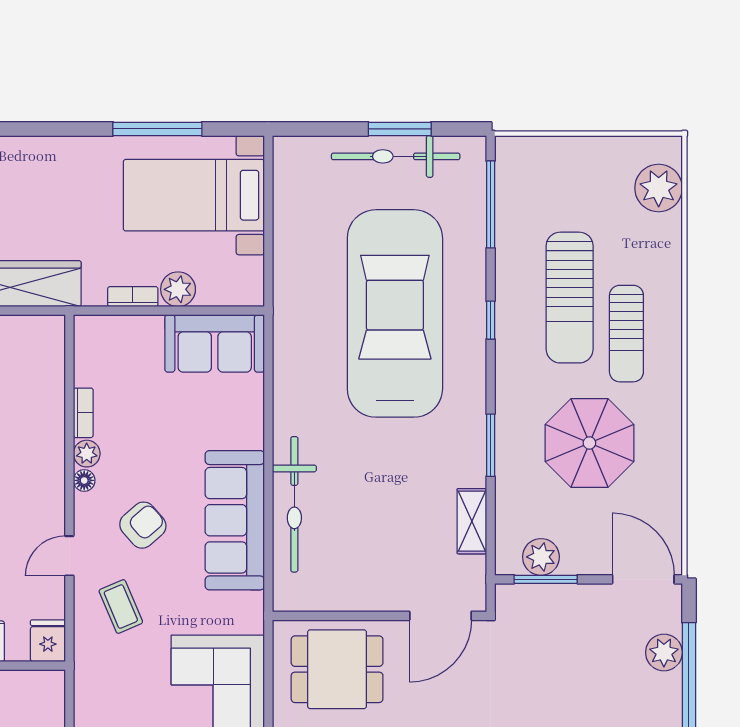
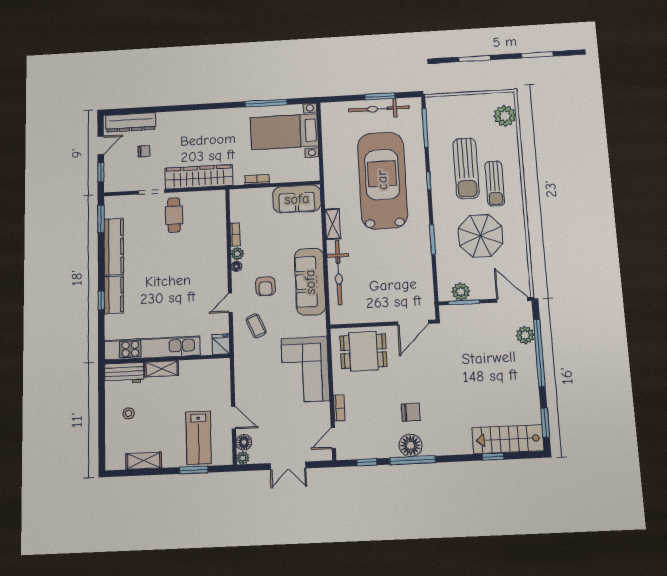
plant: (178, 289) -> (278, 175), removed
shelving: (472, 521) -> (333, 224), moved
armchair: (143, 525) -> (265, 286), turned 131

